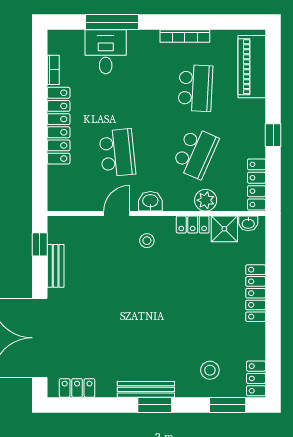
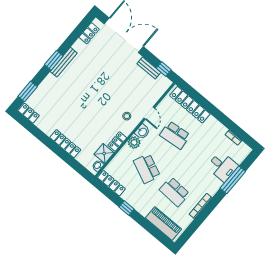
locker: (59, 126) -> (190, 105), moved
plant: (206, 200) -> (134, 142), moved
stool: (210, 370) -> (49, 96), removed

